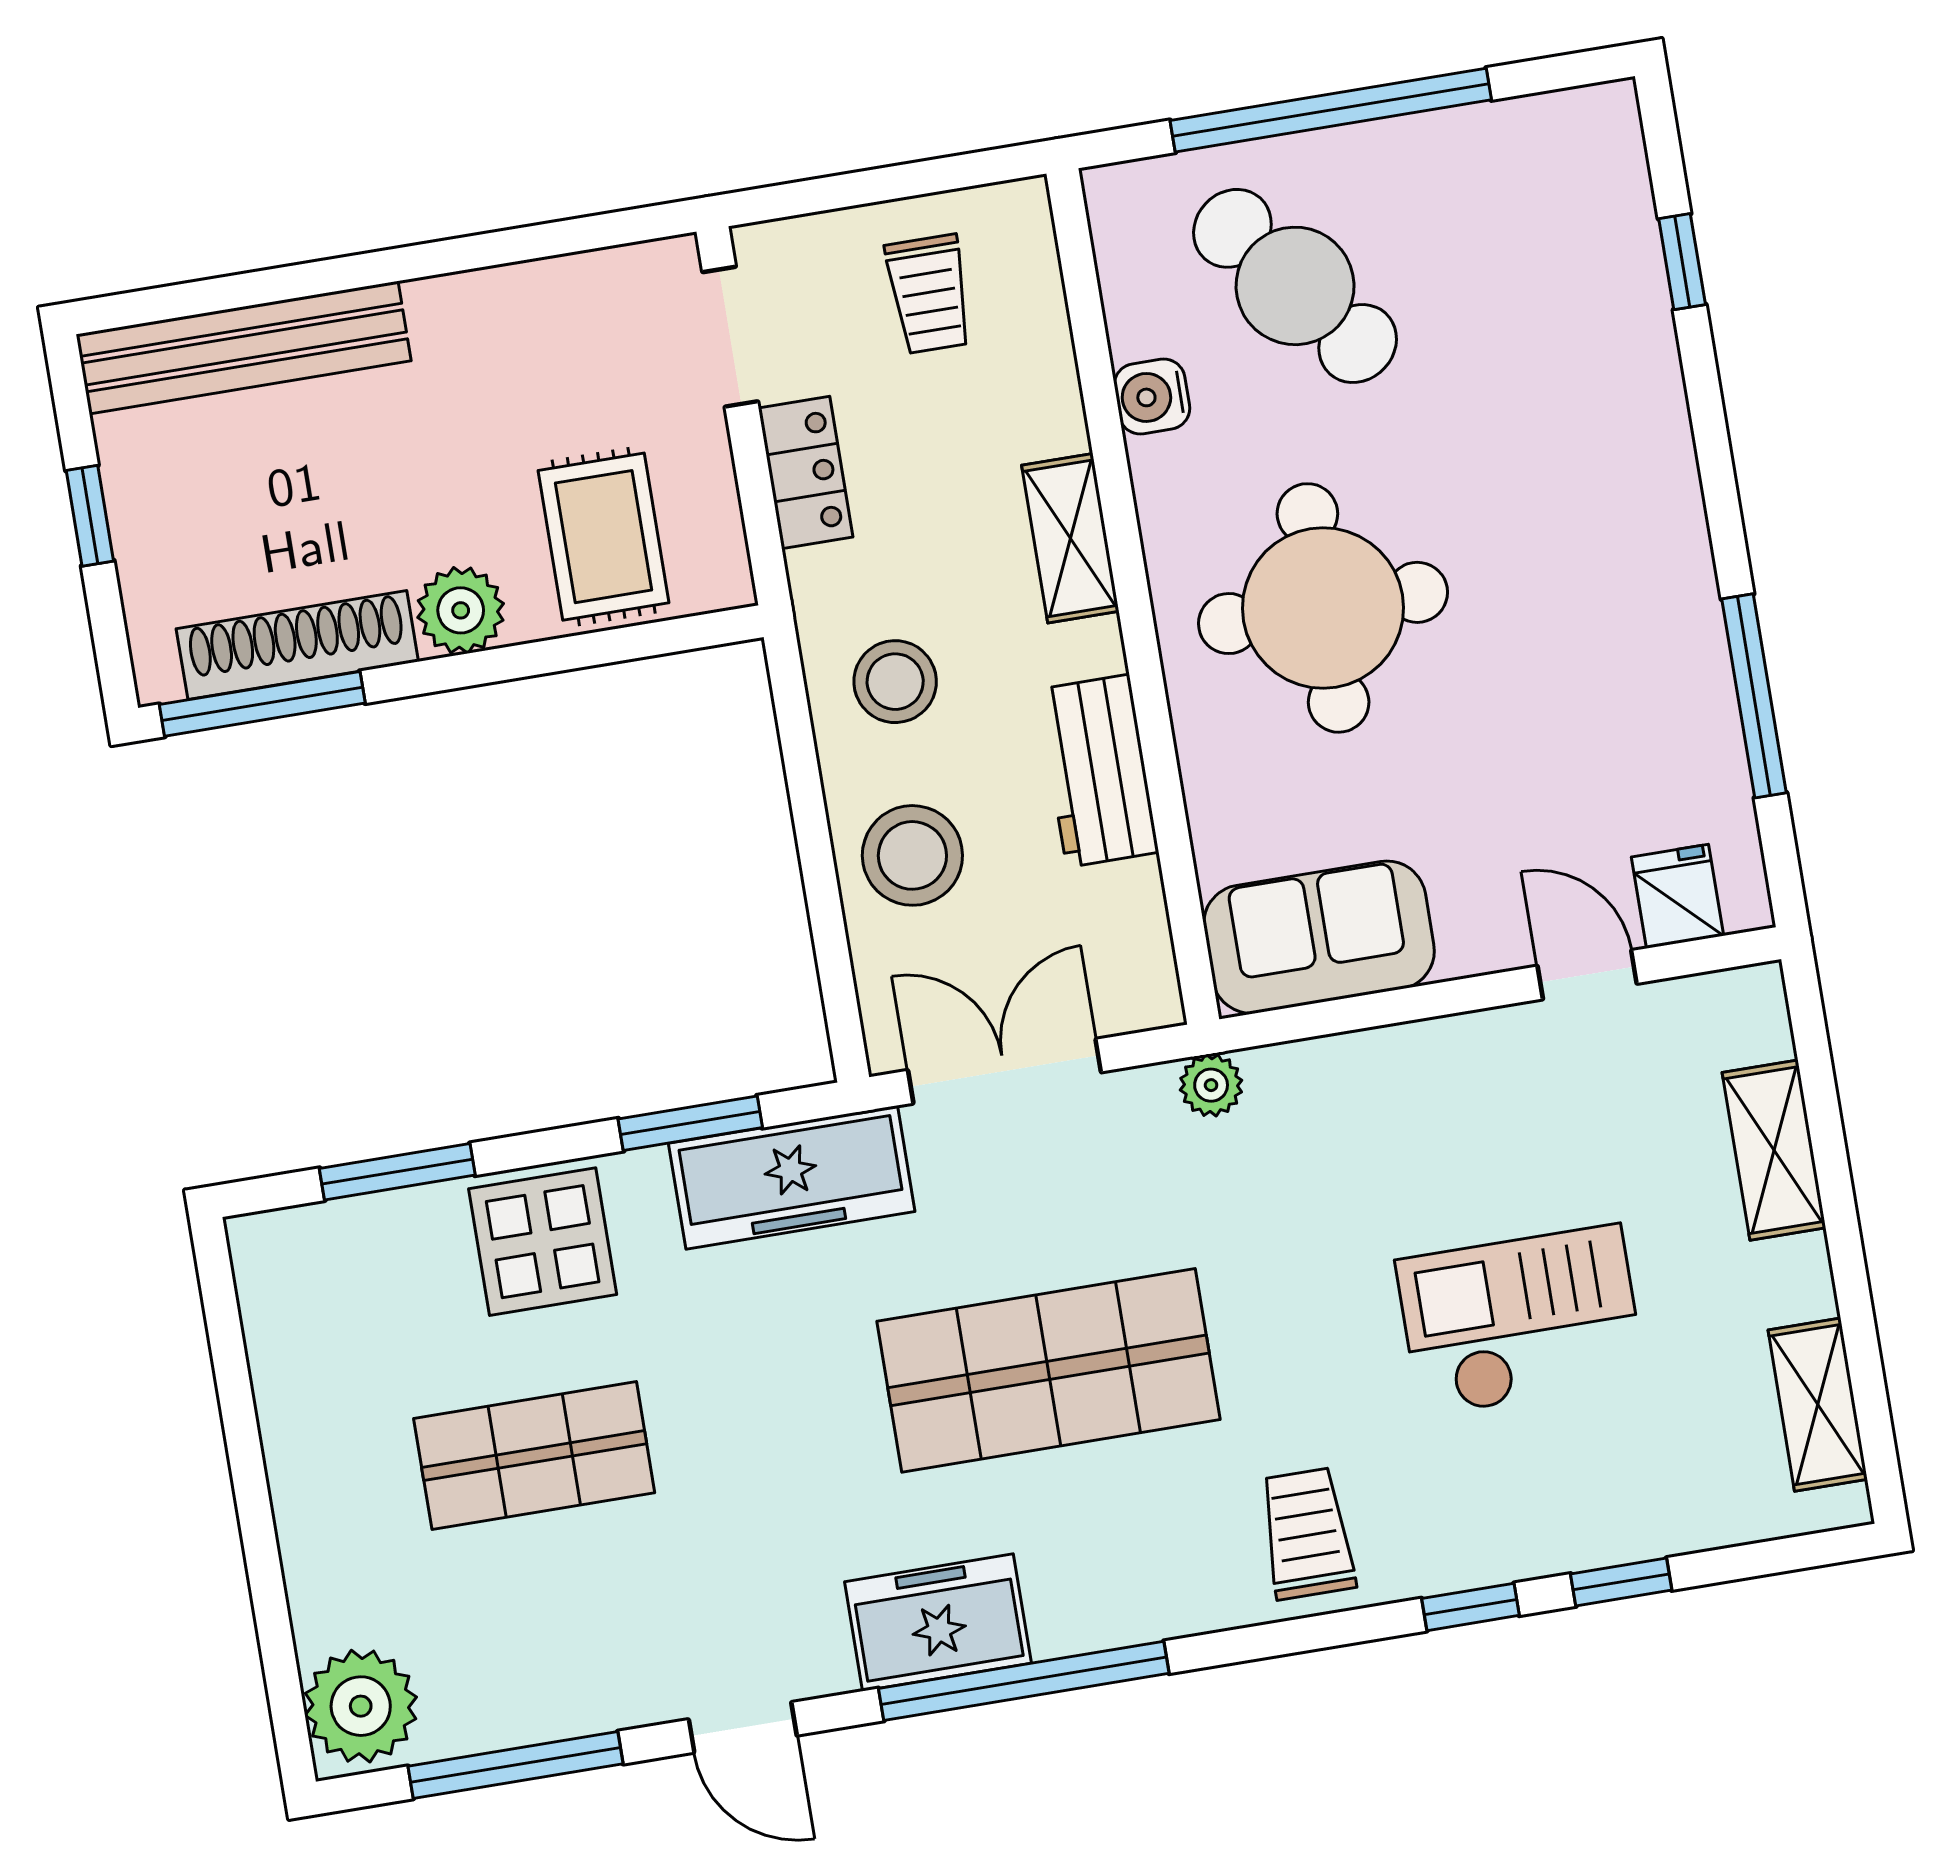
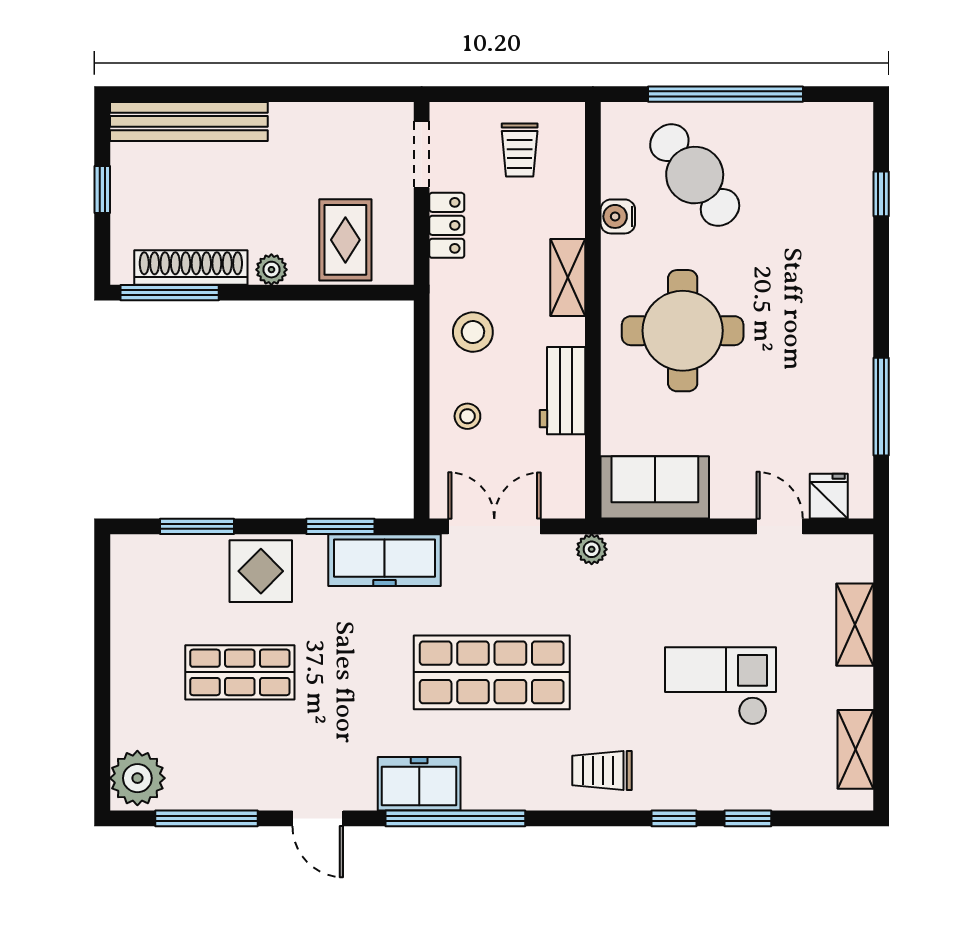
plant: (461, 610) -> (271, 270), width x0.73, depth x0.73
stool: (912, 855) -> (467, 416), width x0.53, depth x0.53
trolley: (1307, 1534) -> (602, 771), turned -90

